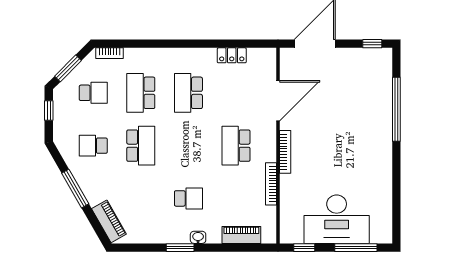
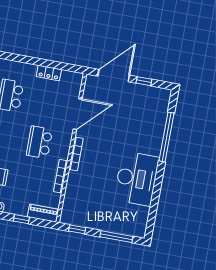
window: (372, 44) -> (144, 81), moved
desk: (337, 219) -> (137, 179), moved, turned -90
piano: (241, 235) -> (43, 213), moved
window: (231, 248) -> (21, 219), added

